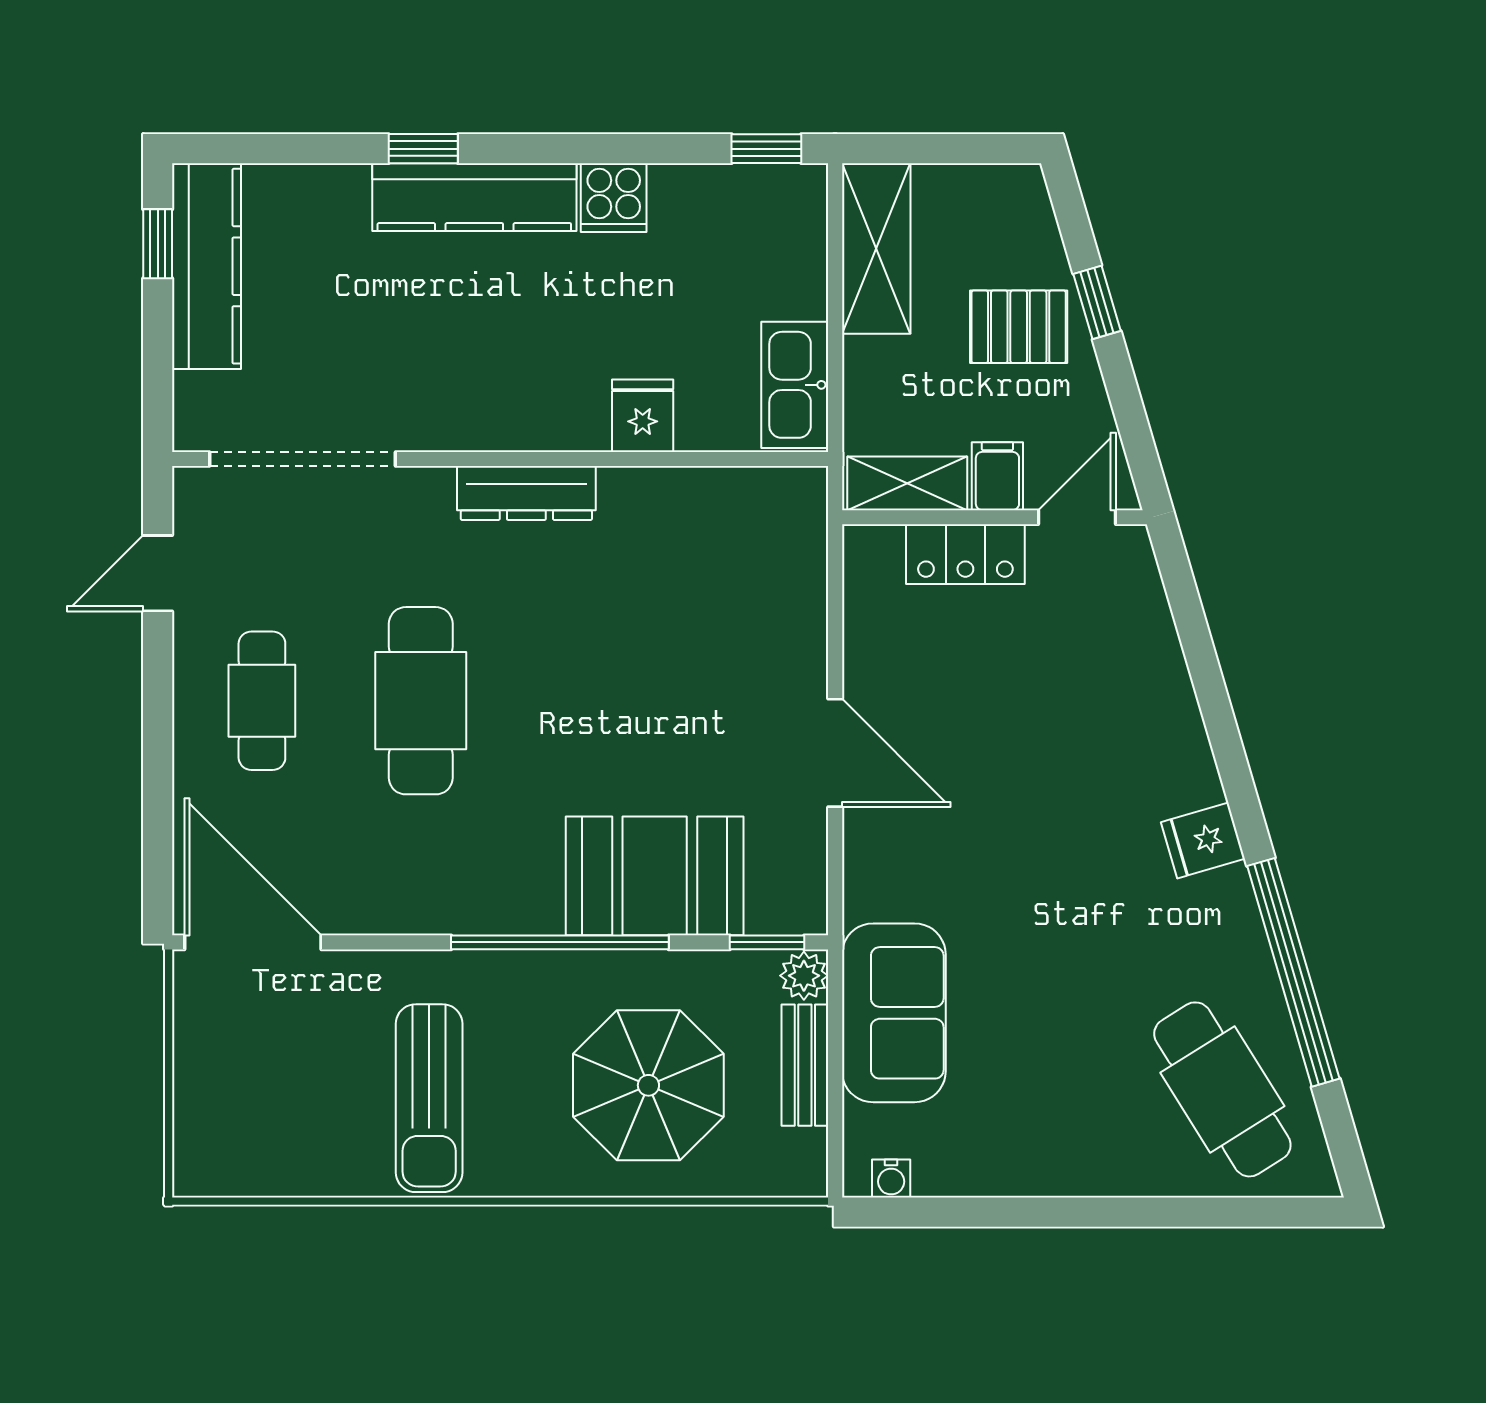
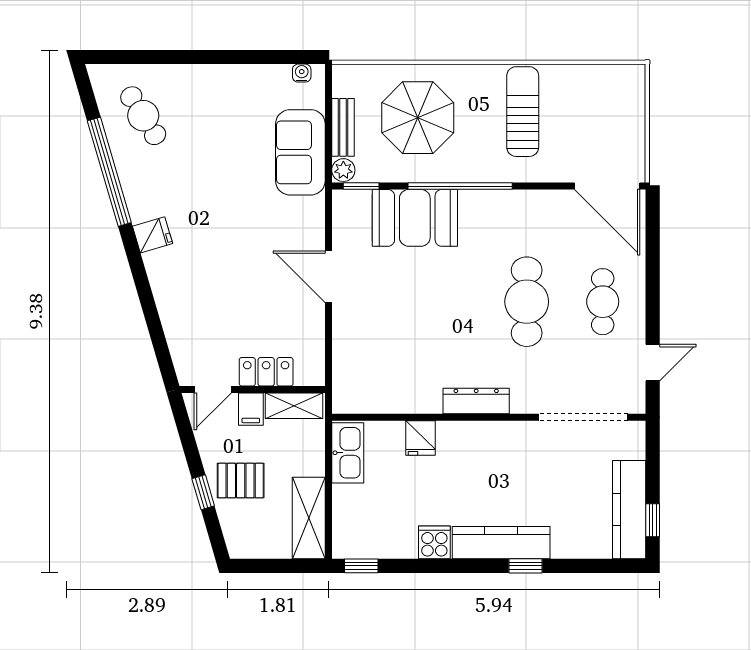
cafe table: (1222, 1089) -> (143, 116), width x0.73, depth x0.74

